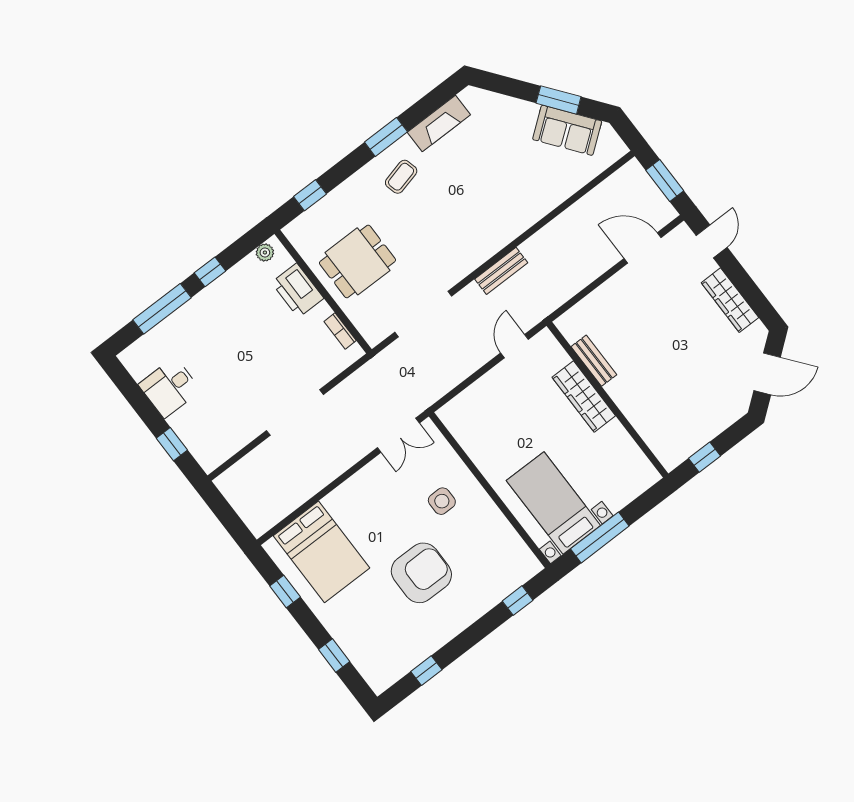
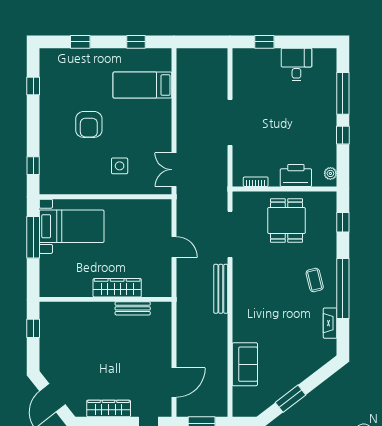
fireplace: (439, 124) -> (330, 323), width x0.73, depth x0.76
sofa: (567, 130) -> (245, 364), moved, turned 127
window: (386, 137) -> (343, 288), width x2.11
bench: (501, 271) -> (221, 289), width x1.36
door: (515, 346) -> (174, 247), moved
bed: (321, 552) -> (142, 85), width x0.67
armchair: (421, 573) -> (89, 124), width x0.73, depth x0.73

